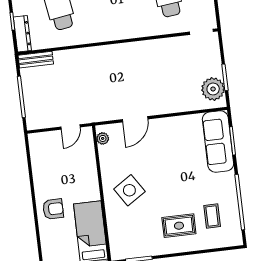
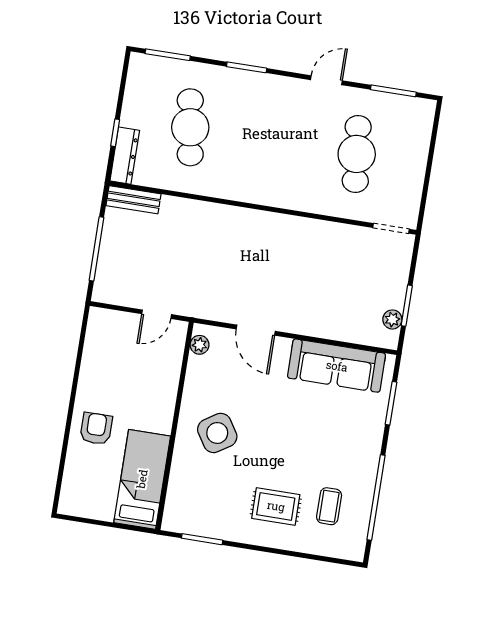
plant: (213, 89) -> (392, 319), width x0.53, depth x0.53
door: (135, 119) -> (256, 330), hinge flipped
sofa: (218, 141) -> (337, 366), moved, turned -90
armchair: (53, 209) -> (96, 429), turned -90

